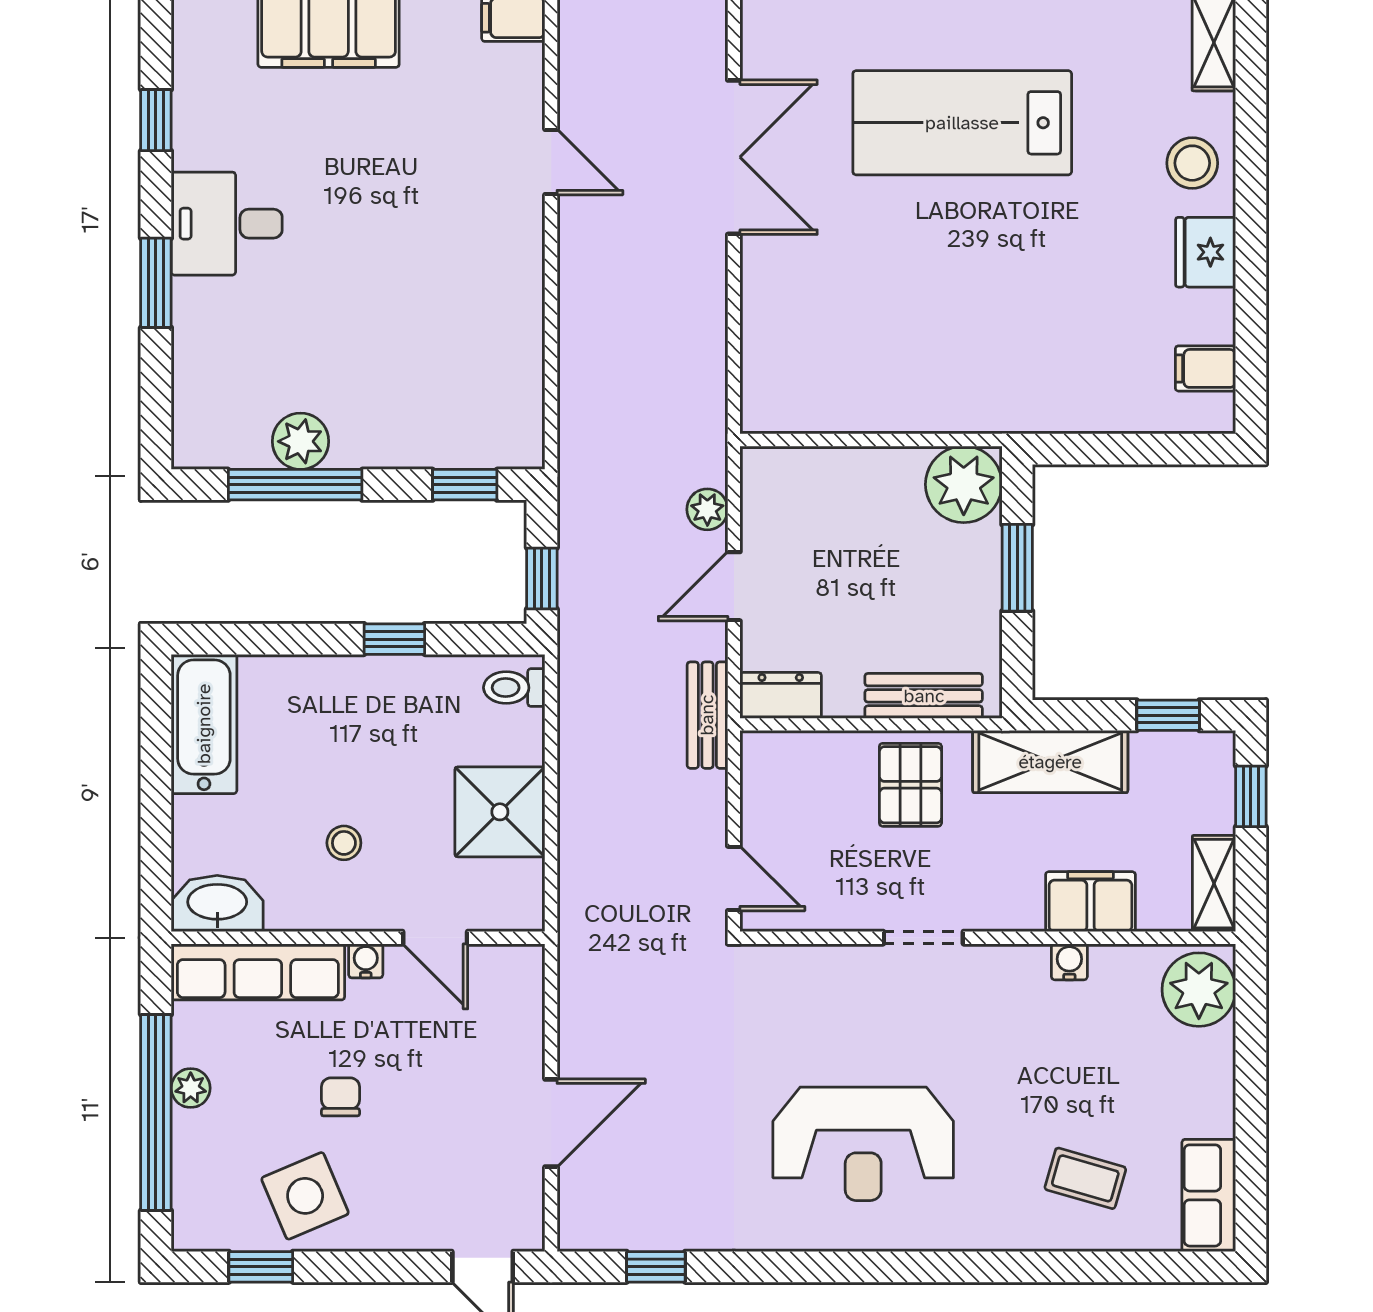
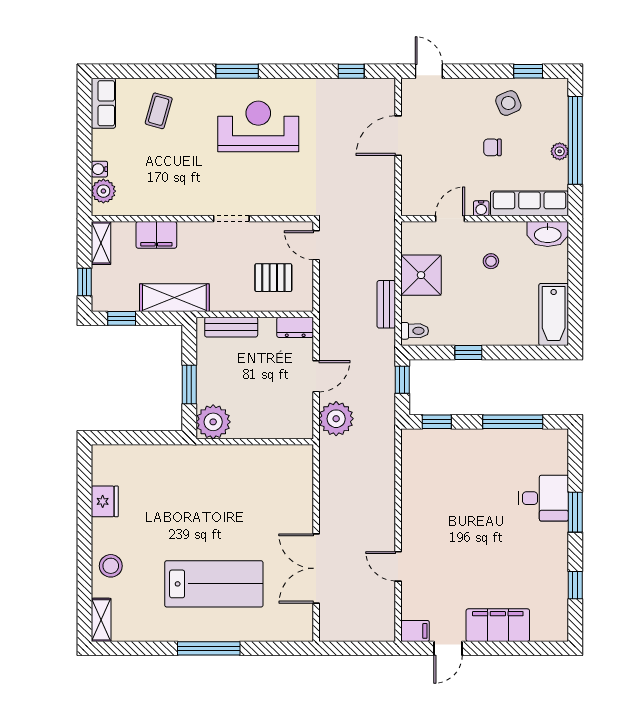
desk: (227, 224) -> (543, 498), moved
fridge: (1206, 252) -> (105, 501), moved
filing cabinet: (1205, 368) -> (105, 474), removed
plant: (301, 441) -> (510, 441), removed
plant: (707, 509) -> (336, 419), width x1.88, depth x1.88
bench: (707, 715) -> (386, 304), moved
pallet: (910, 785) -> (273, 278), moved, turned 90
door: (435, 938) -> (450, 219), hinge flipped
water cooler: (1069, 962) -> (99, 169), moved, turned 90
plant: (1199, 990) -> (103, 191), width x0.73, depth x0.73
chair: (340, 1097) -> (492, 147), turned 90
coffee table: (1085, 1178) -> (159, 111), turned 90
side table: (305, 1196) -> (508, 103), width x0.73, depth x0.73
window: (910, 1267) -> (237, 71), added

